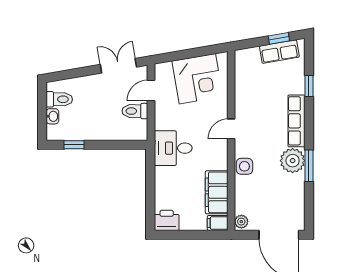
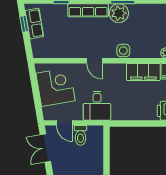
desk: (173, 148) -> (97, 106), moved

